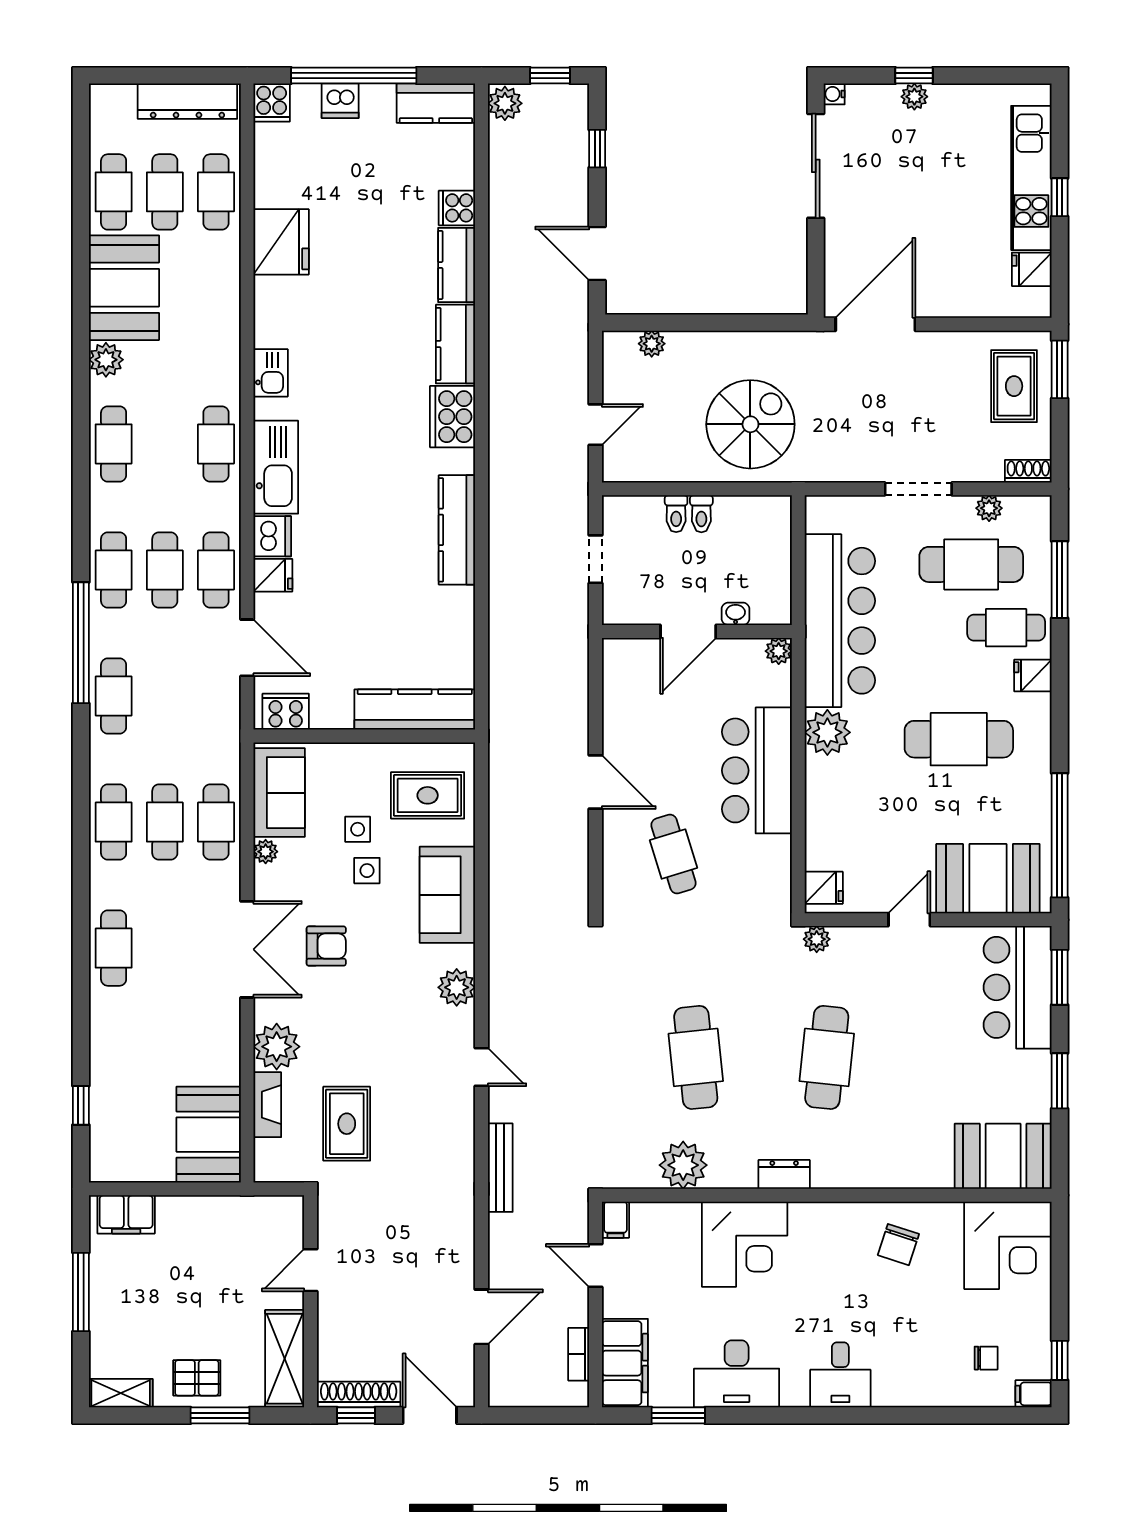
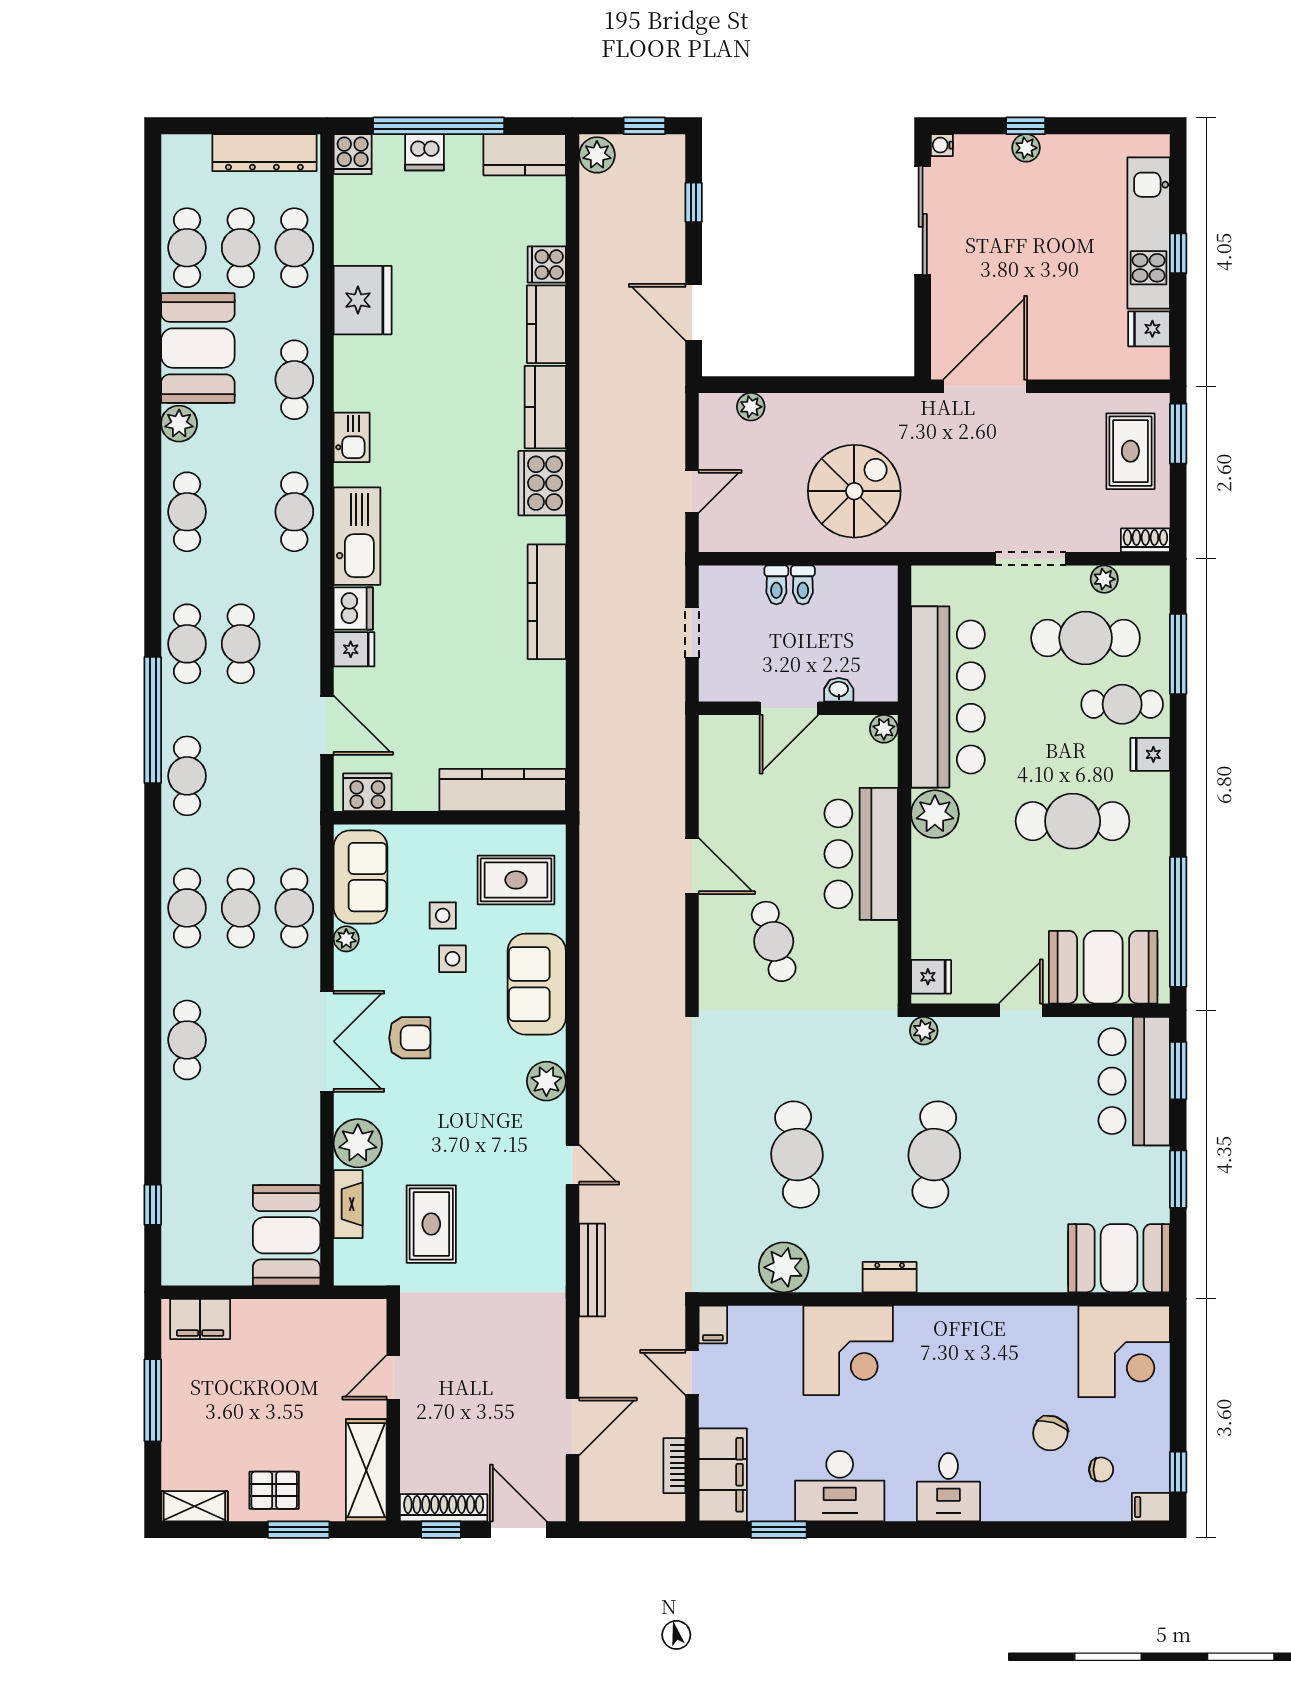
cafe table: (216, 570) -> (294, 380), moved
chair: (898, 1245) -> (1050, 1433), moved

